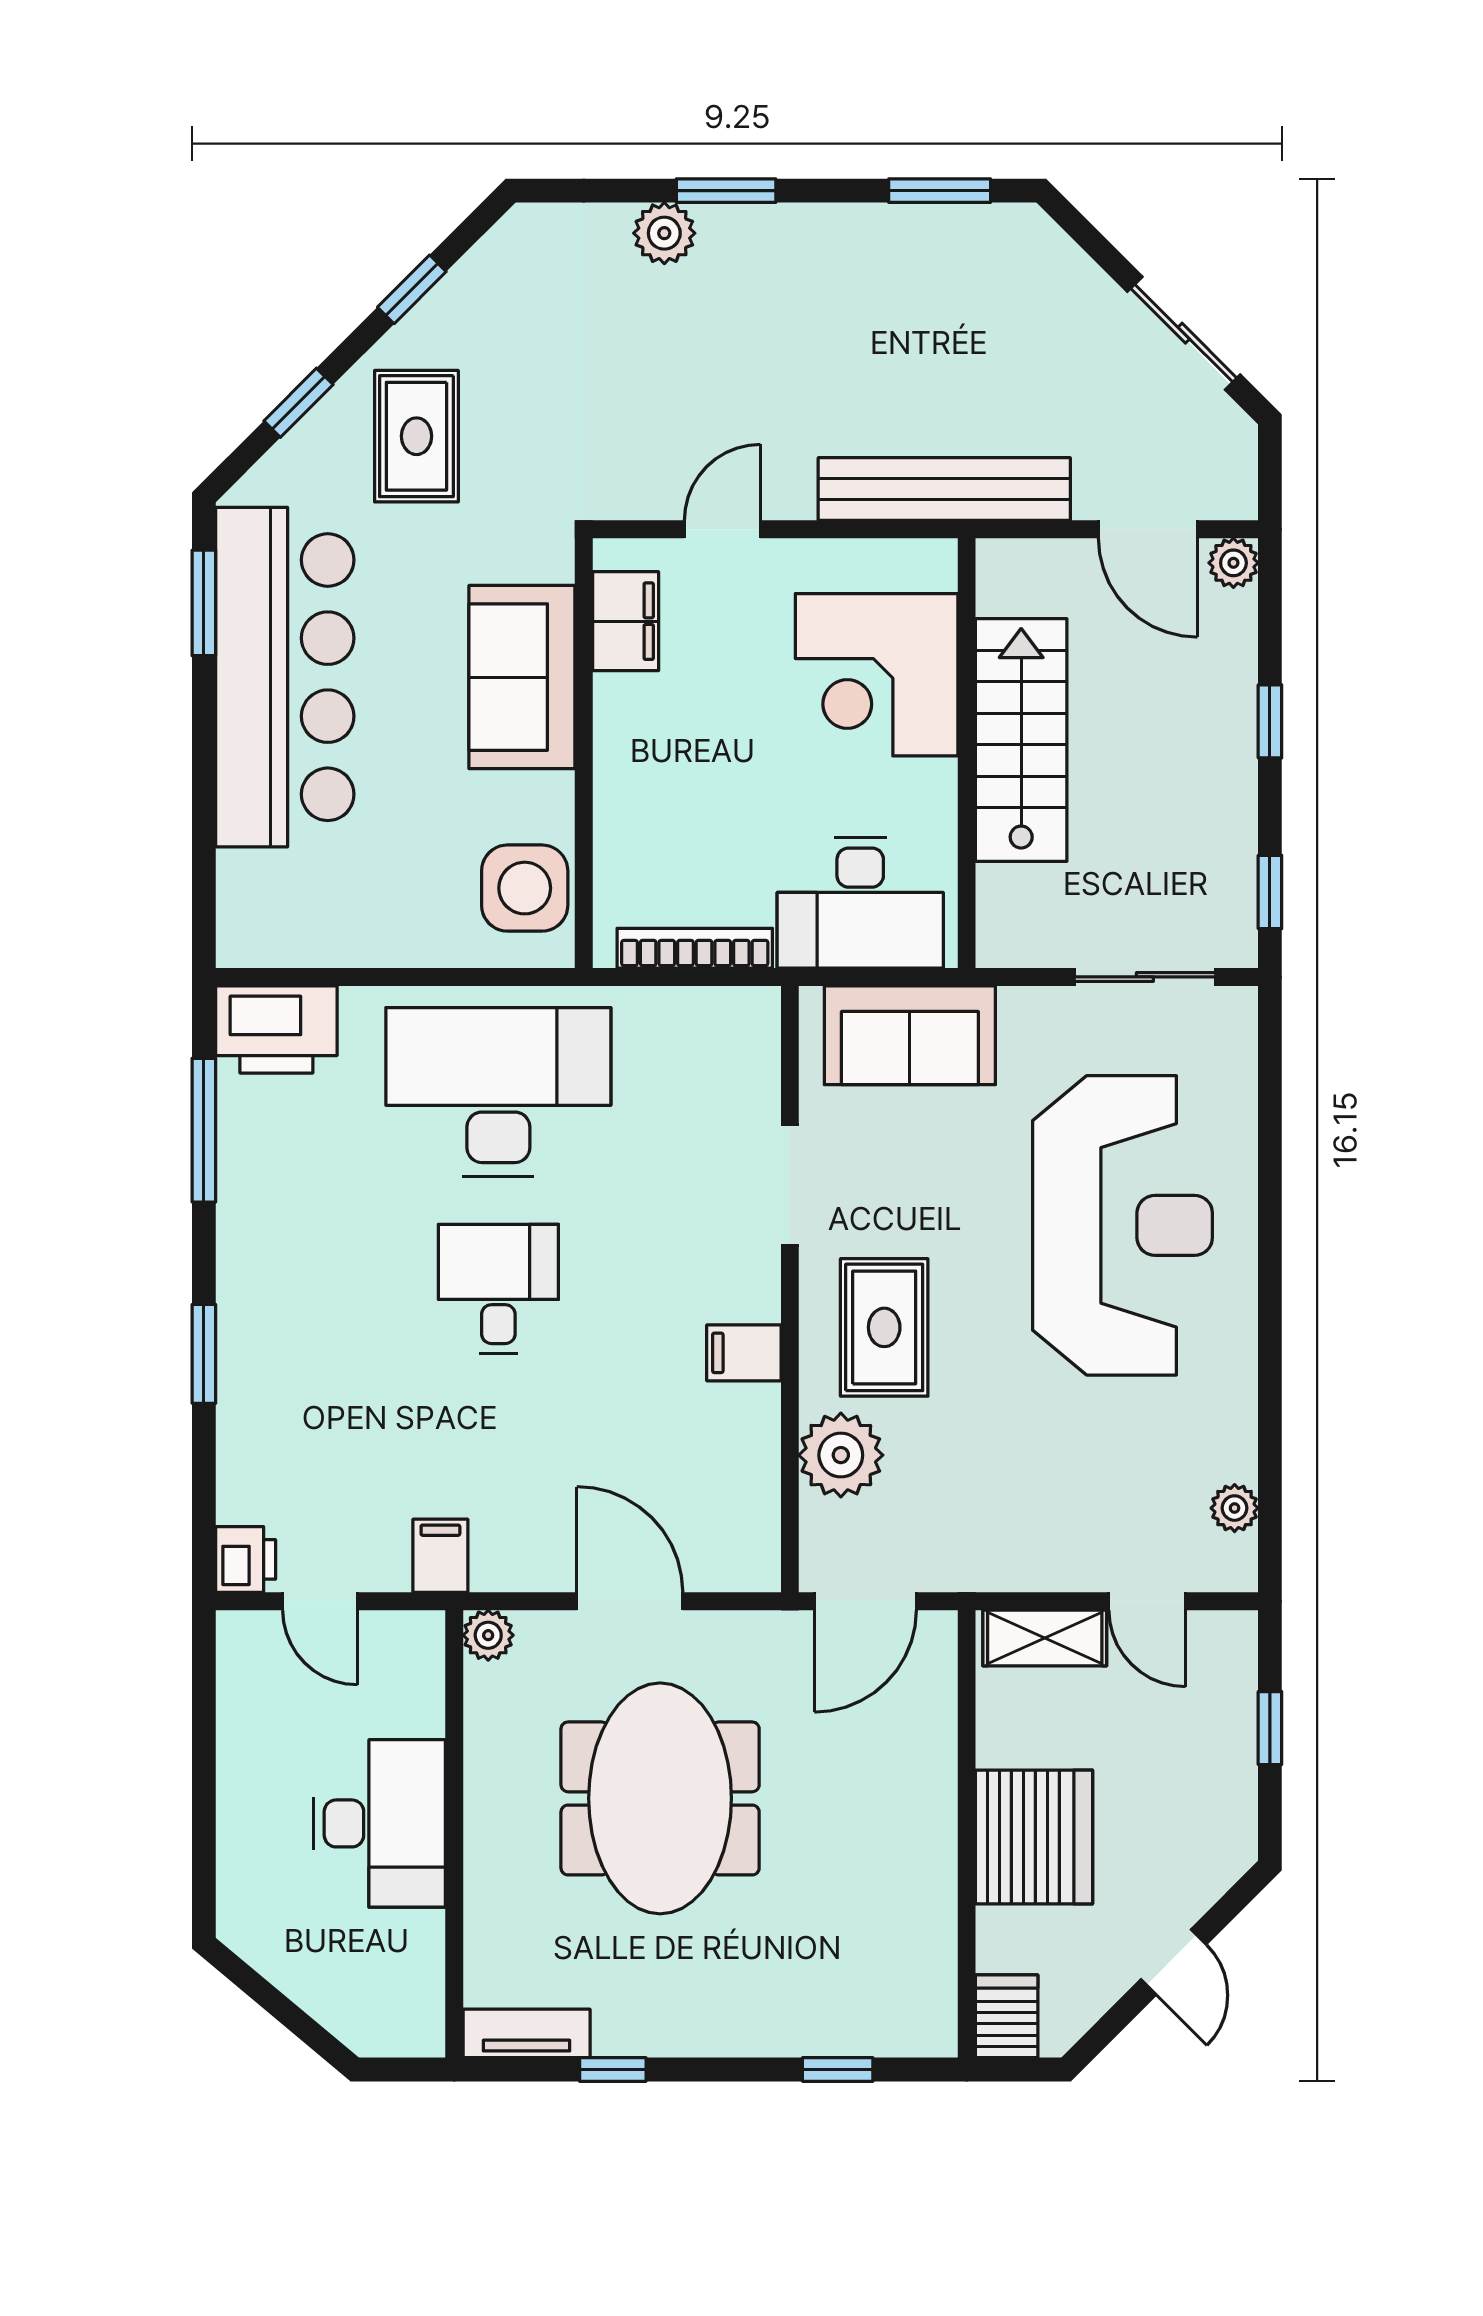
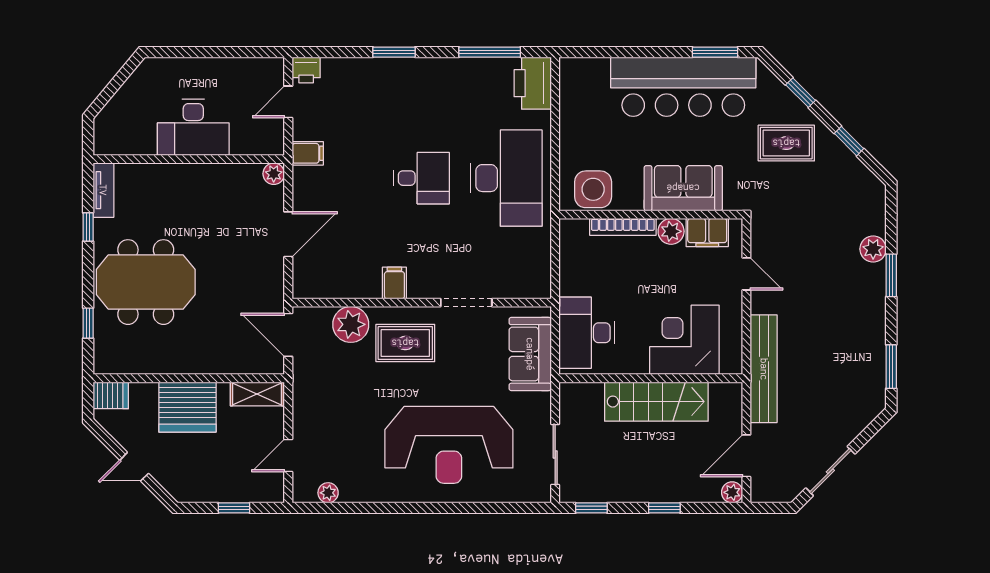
plant: (623, 706) -> (671, 231), added
bookcase: (695, 948) -> (623, 227), moved, turned 90
shelving: (1045, 1638) -> (257, 394), moved, turned 90
meeting table: (660, 1798) -> (146, 282), moved

